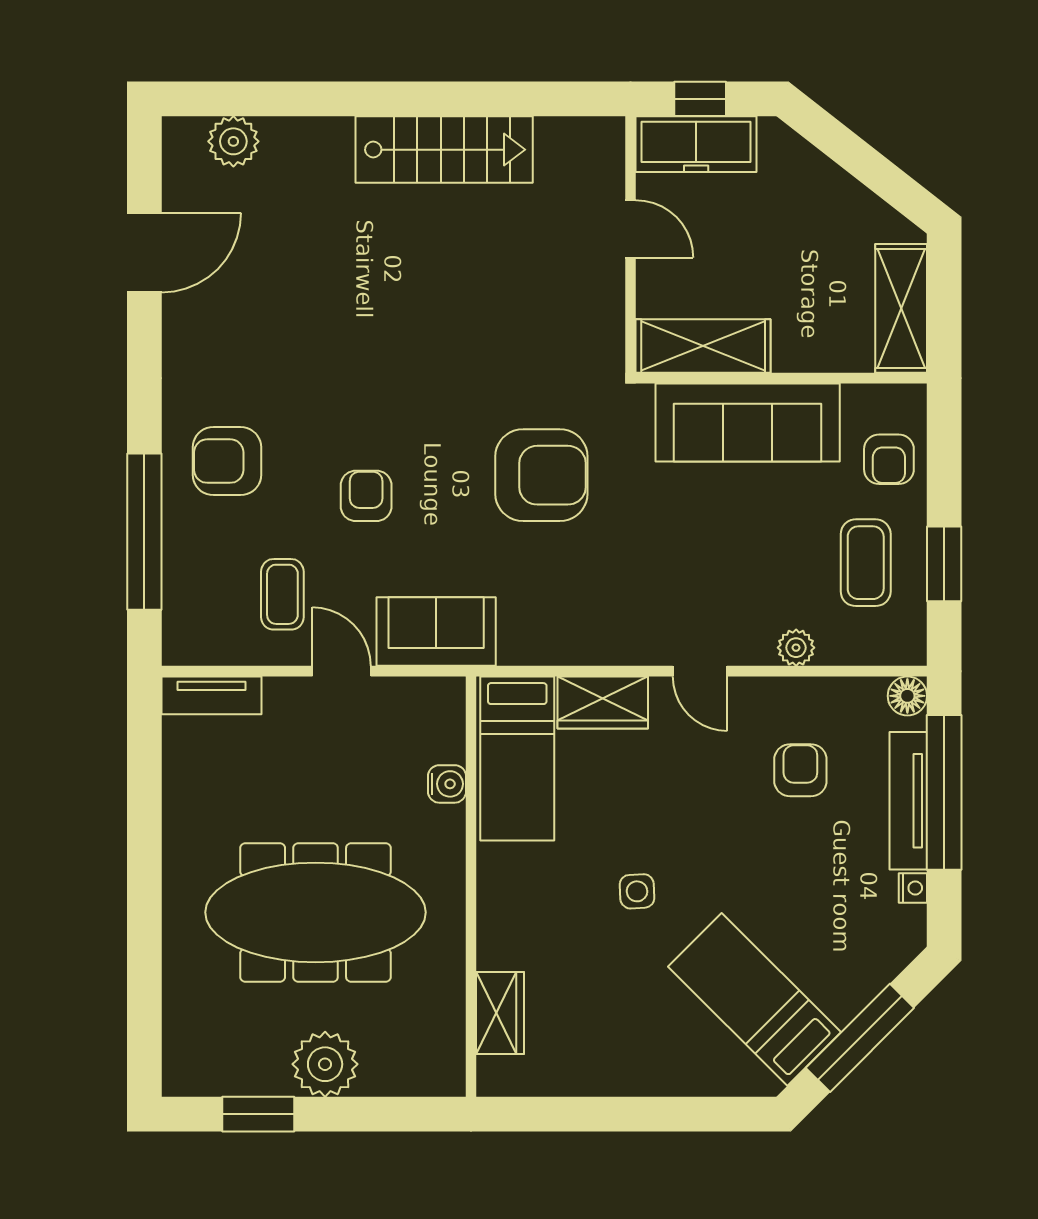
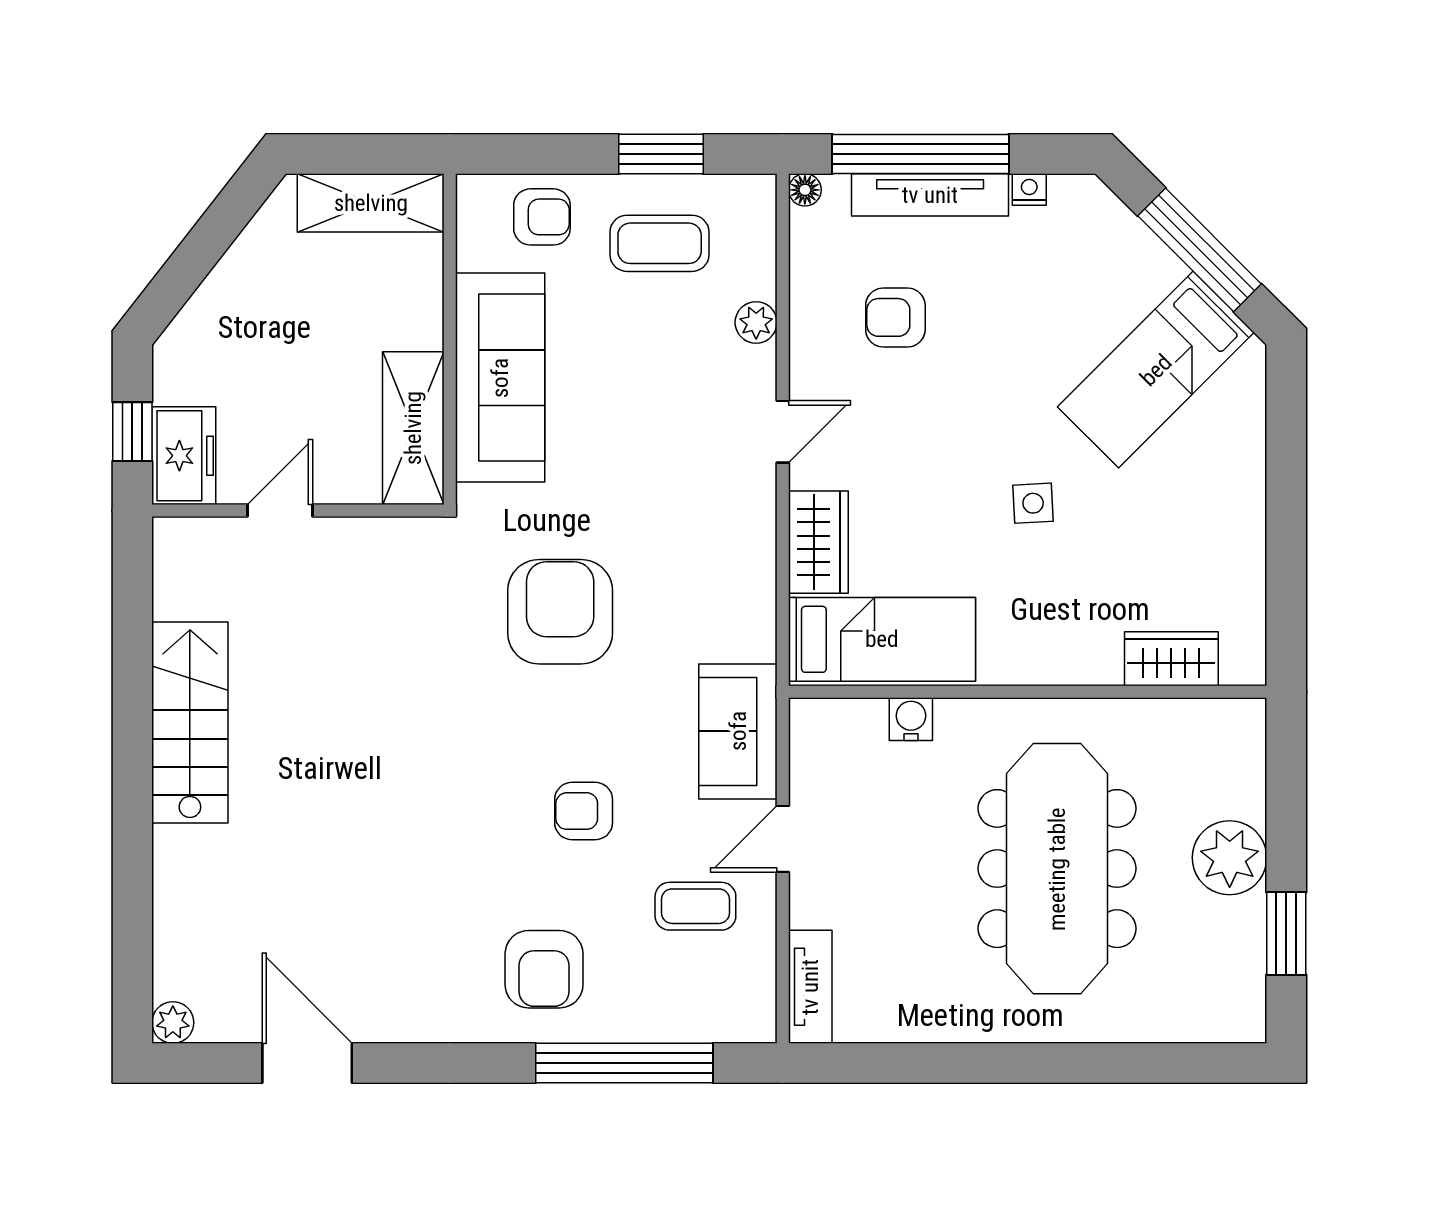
plant: (233, 141) -> (173, 1023), moved, width x0.73, depth x0.73
freezer: (696, 144) -> (184, 456), width x0.71
floor lamp: (907, 696) -> (805, 190), width x0.73, depth x0.73

